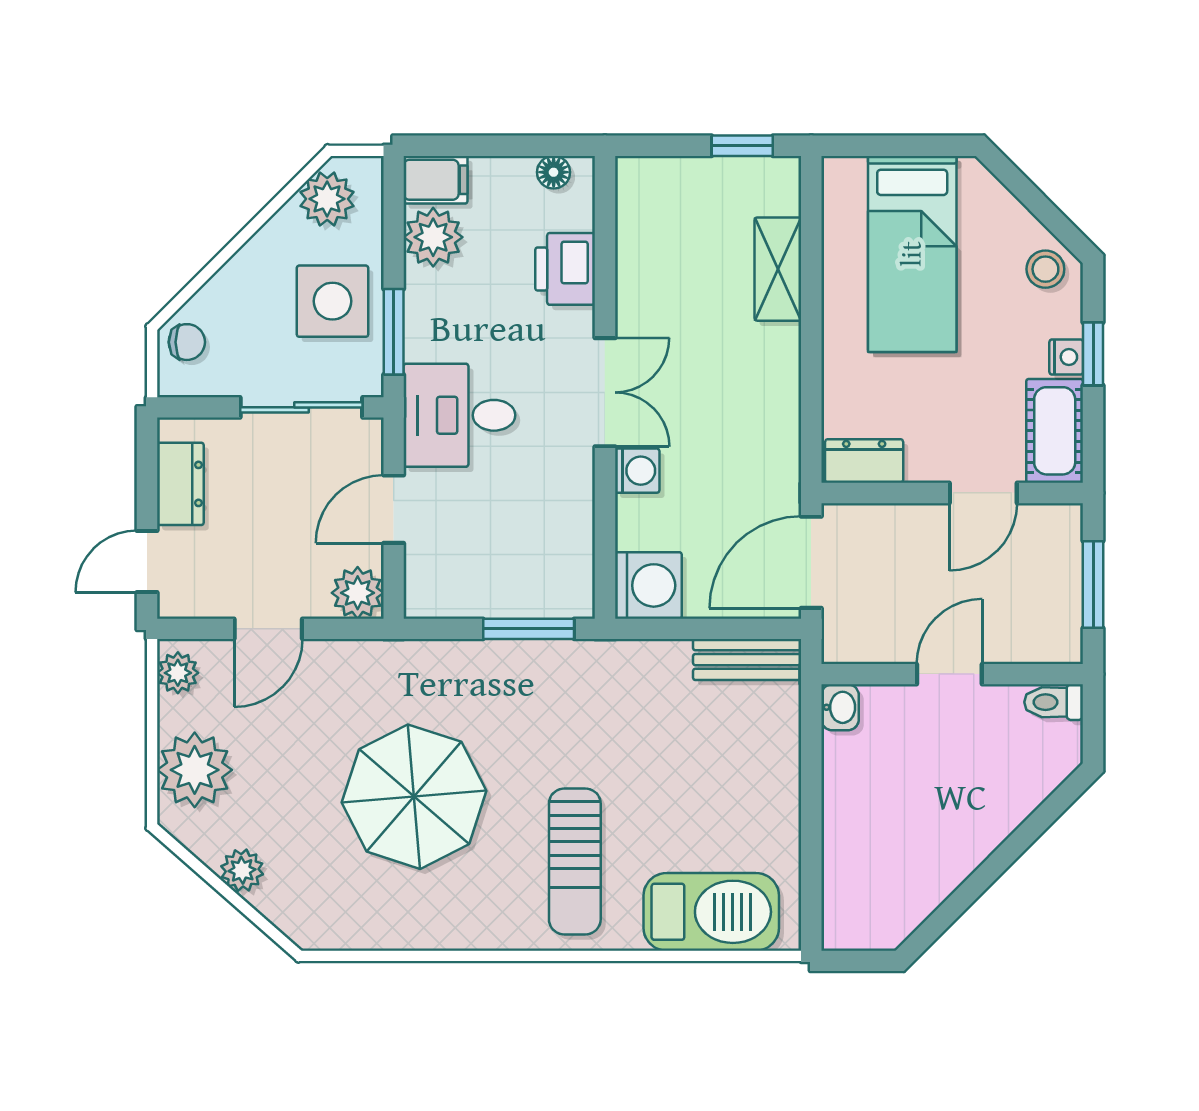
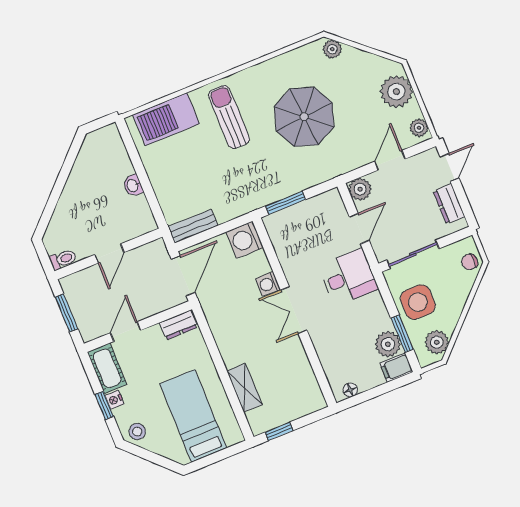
printer: (565, 269) -> (330, 353), removed
window: (394, 332) -> (402, 334), moved
washbasin: (840, 707) -> (133, 186), moved
plant: (242, 870) -> (332, 49), moved

